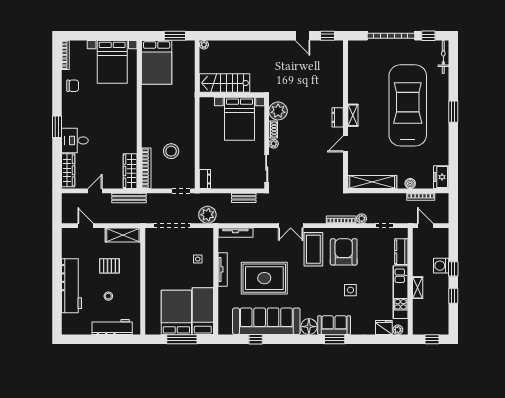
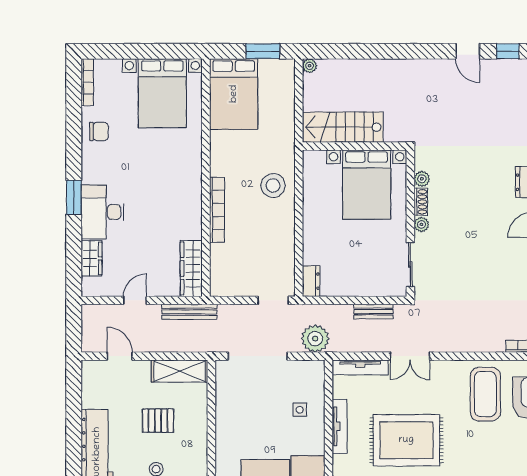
plant: (278, 111) -> (422, 179), width x0.53, depth x0.53
desk: (75, 140) -> (103, 212), width x1.37
stool: (171, 151) -> (273, 185), moved
bookcase: (146, 168) -> (217, 210), moved
wardrobe: (68, 170) -> (92, 258), width x0.67
double door: (291, 226) -> (410, 356), moved

